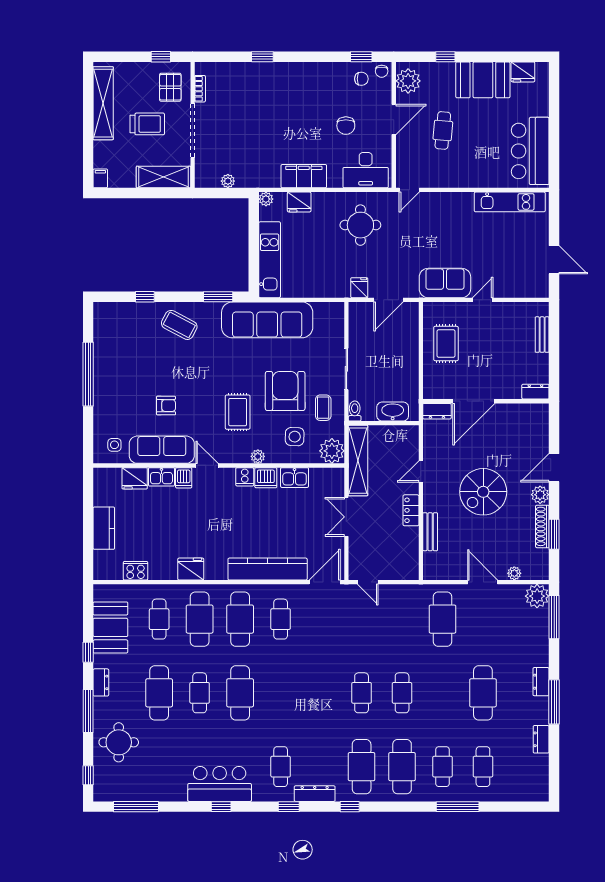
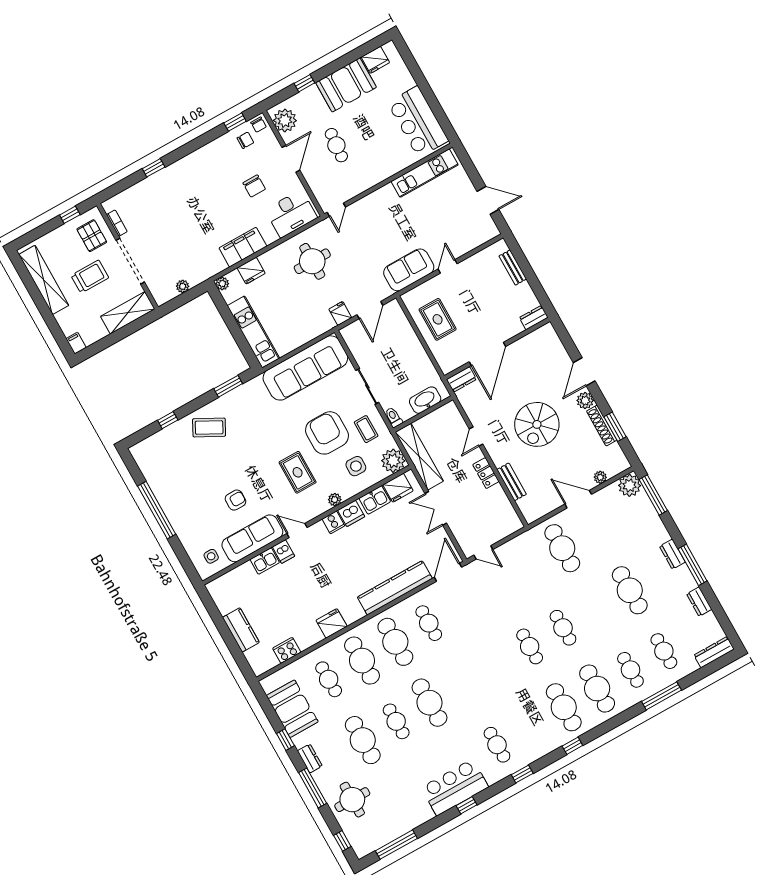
sofa: (267, 320) -> (305, 368), moved
fridge: (135, 478) -> (398, 488), moved
dresser: (315, 794) -> (714, 652), moved

